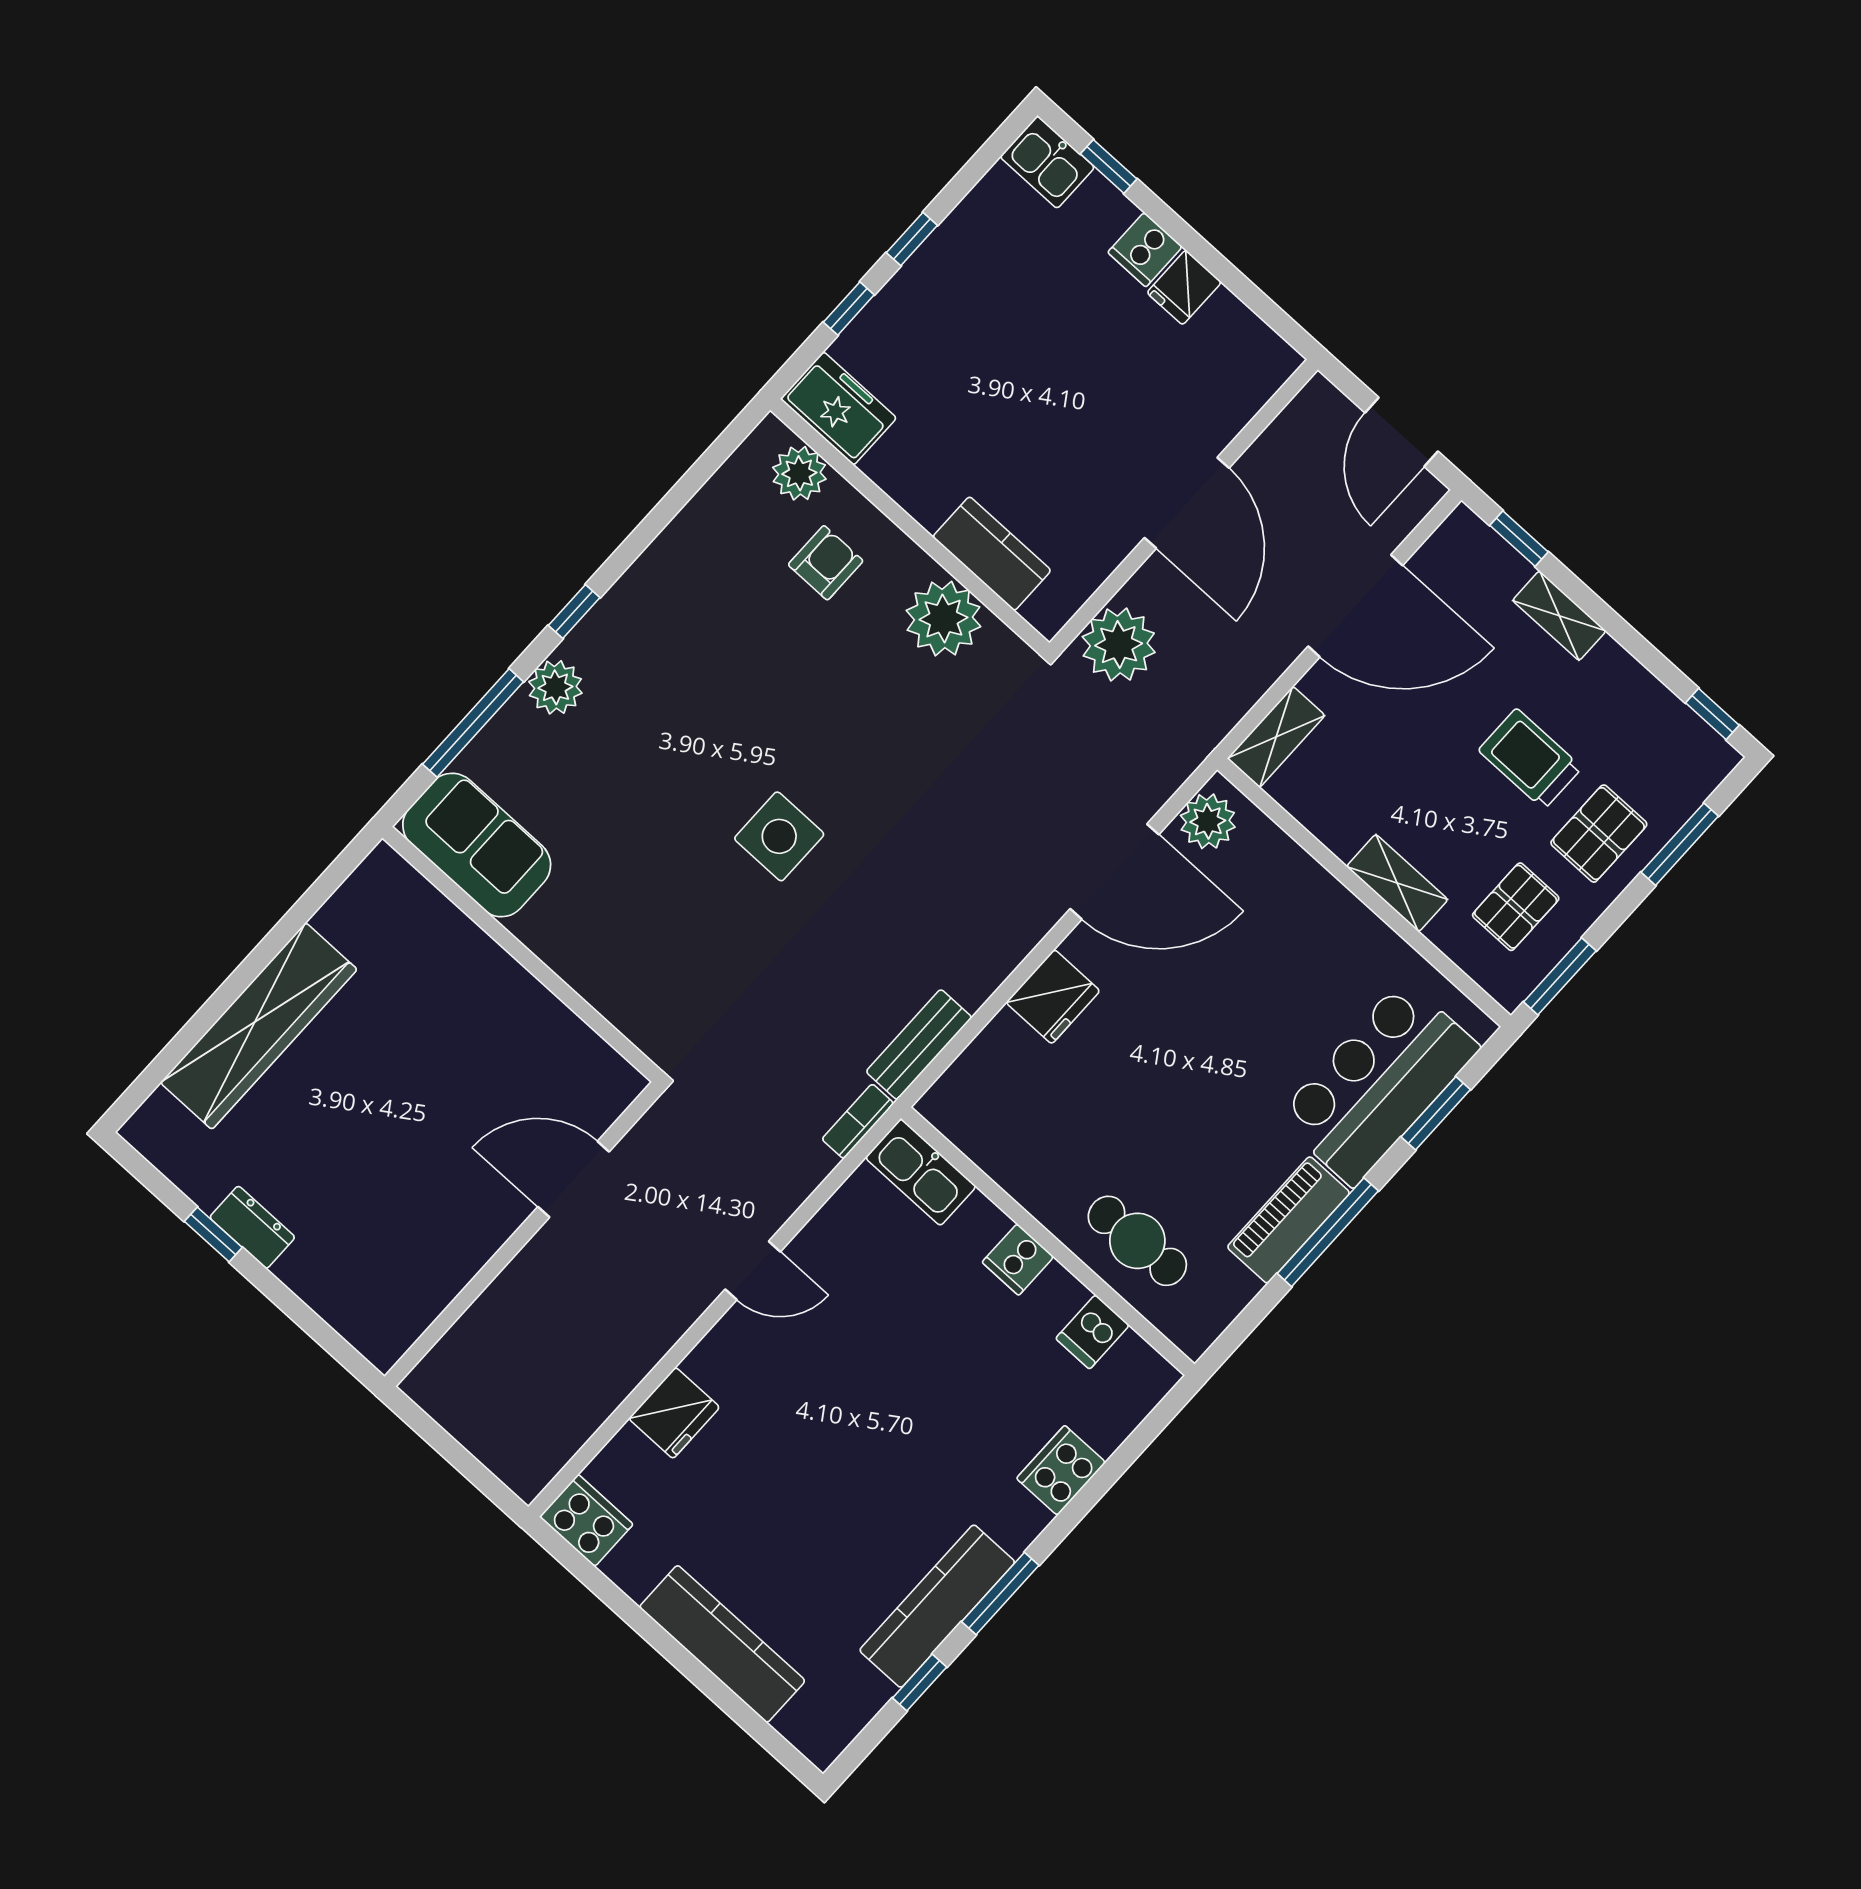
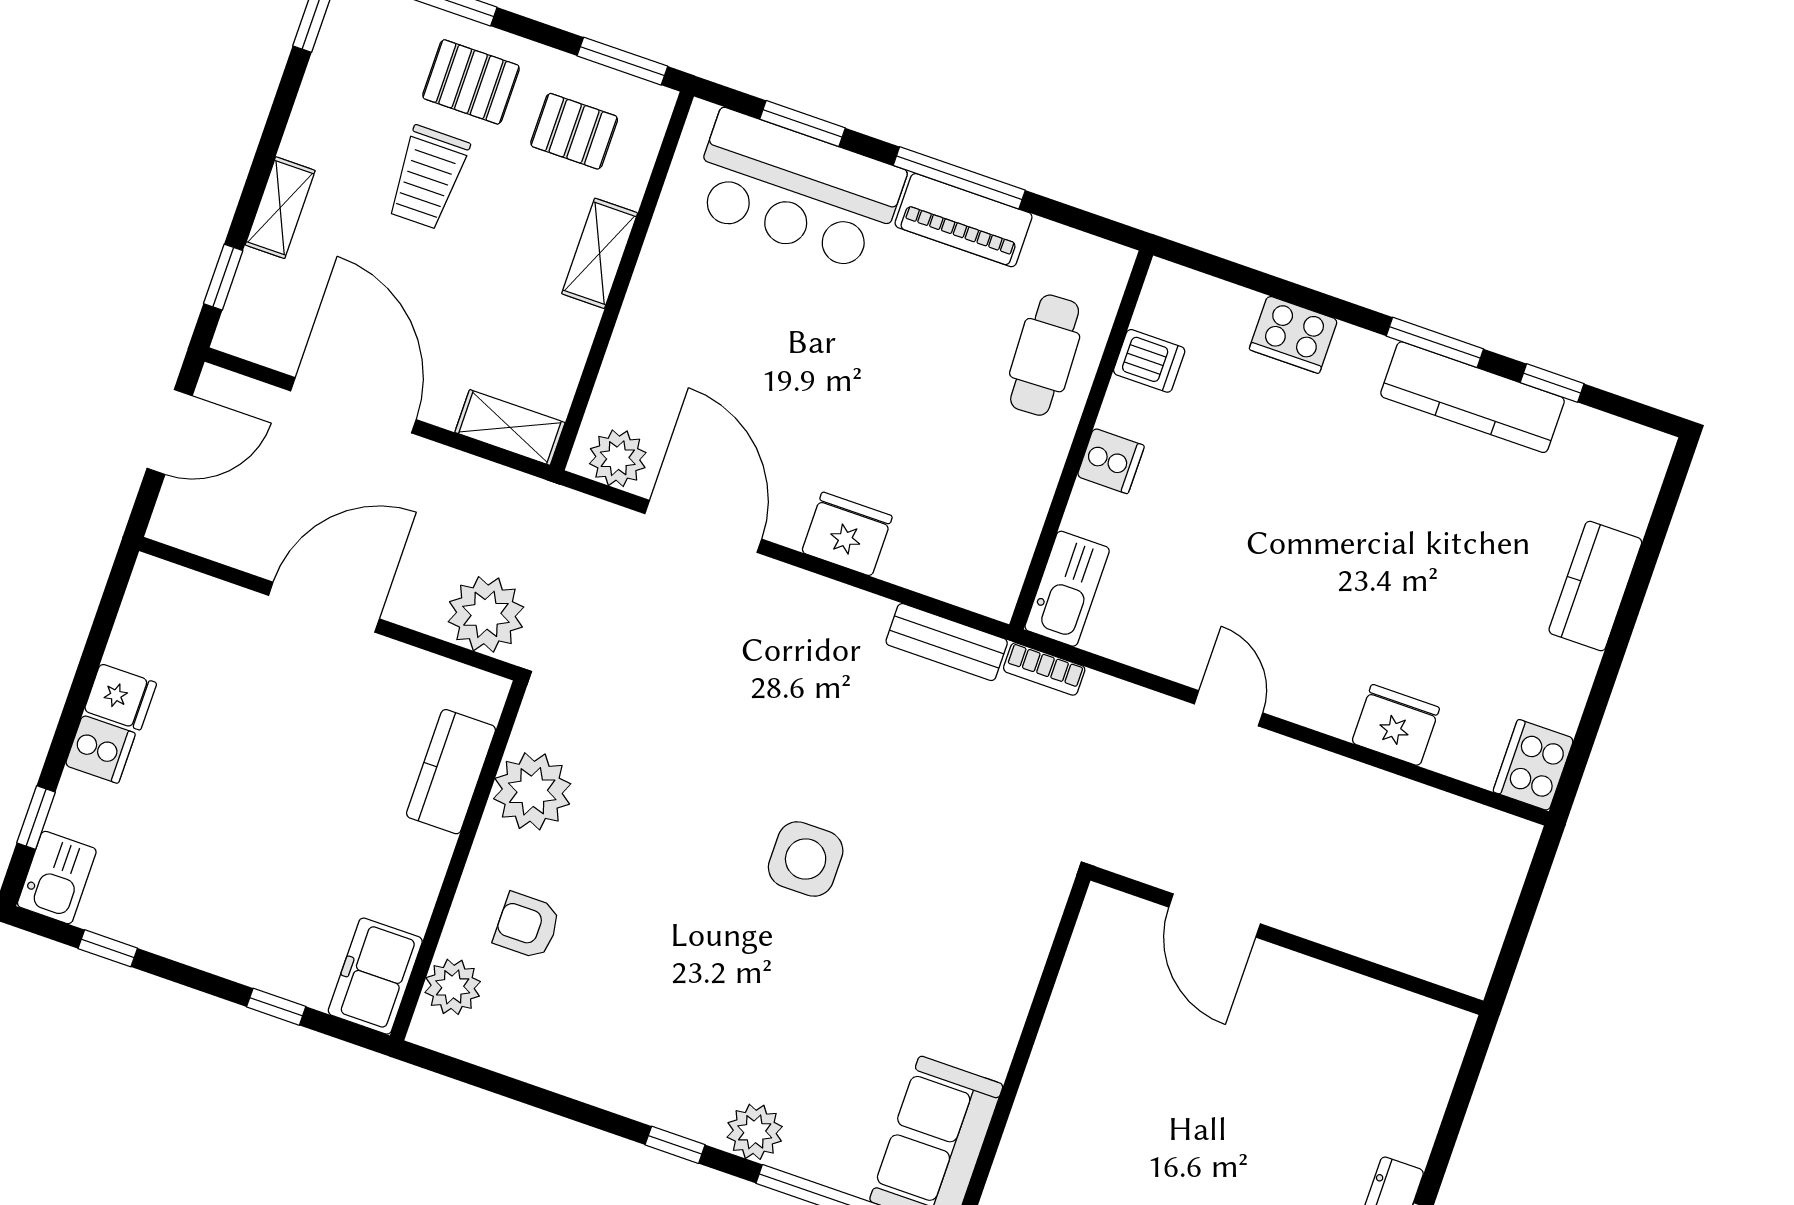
window: (912, 239) -> (108, 948), moved
kitchen counter: (722, 1644) -> (1595, 586), width x0.67

